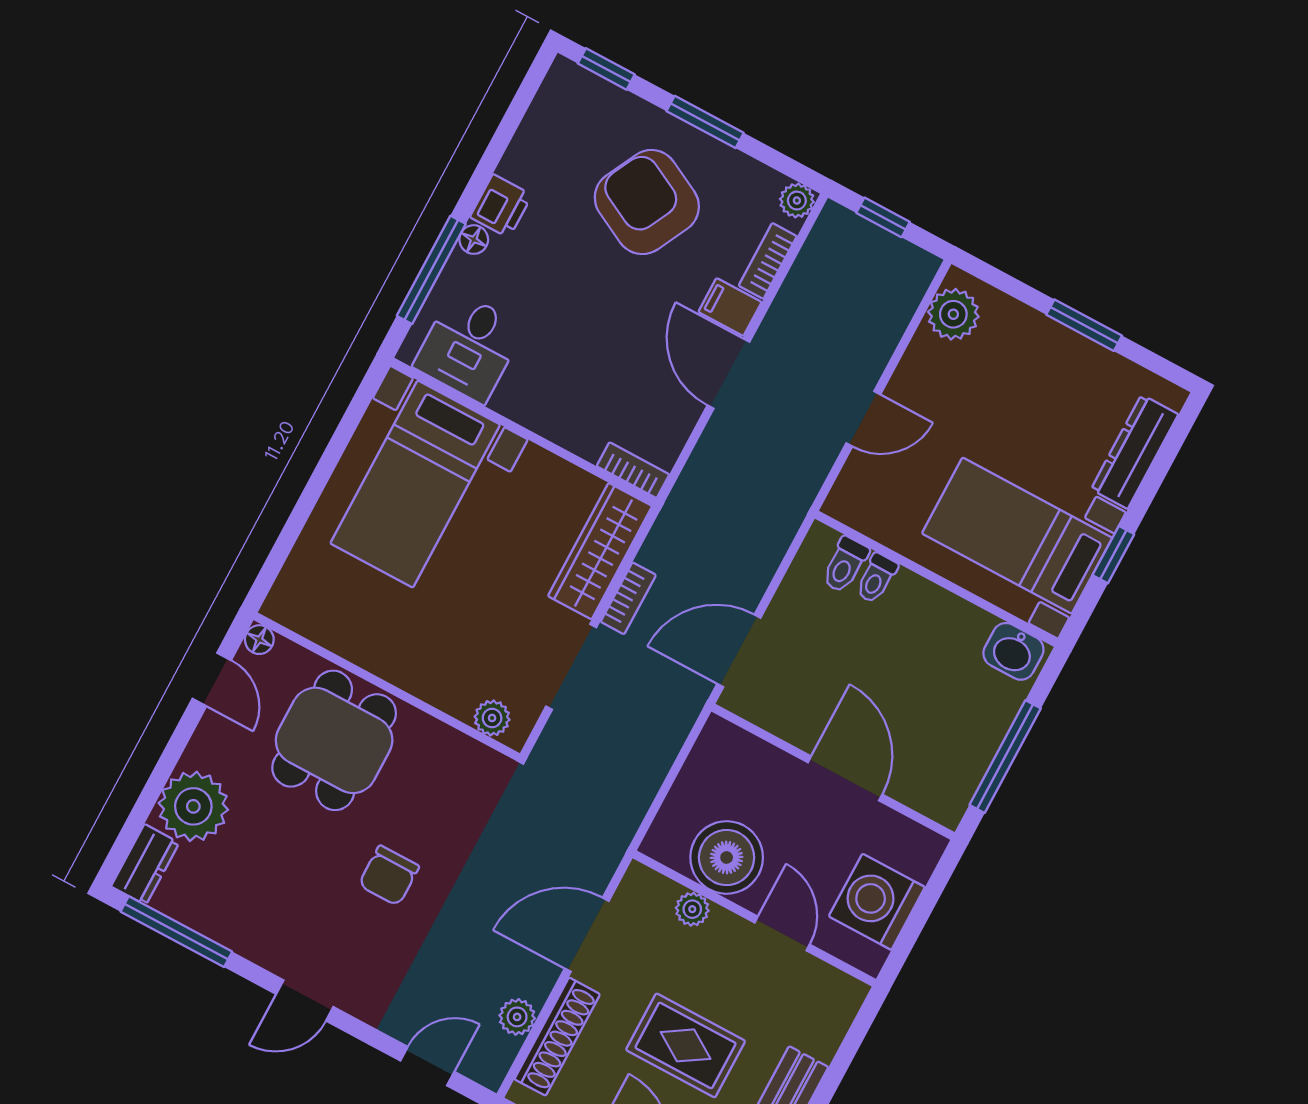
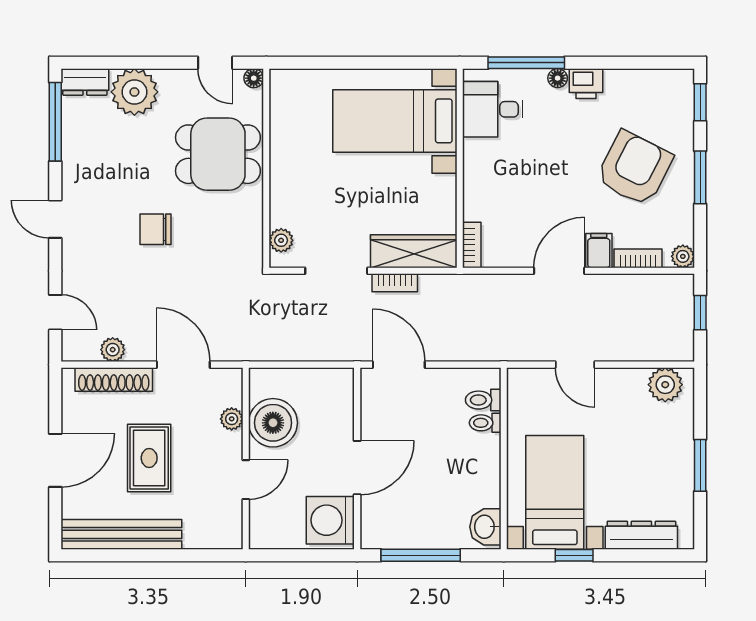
door: (212, 679) -> (215, 63), hinge flipped
washing machine: (877, 902) -> (330, 520), moved, turned -90

